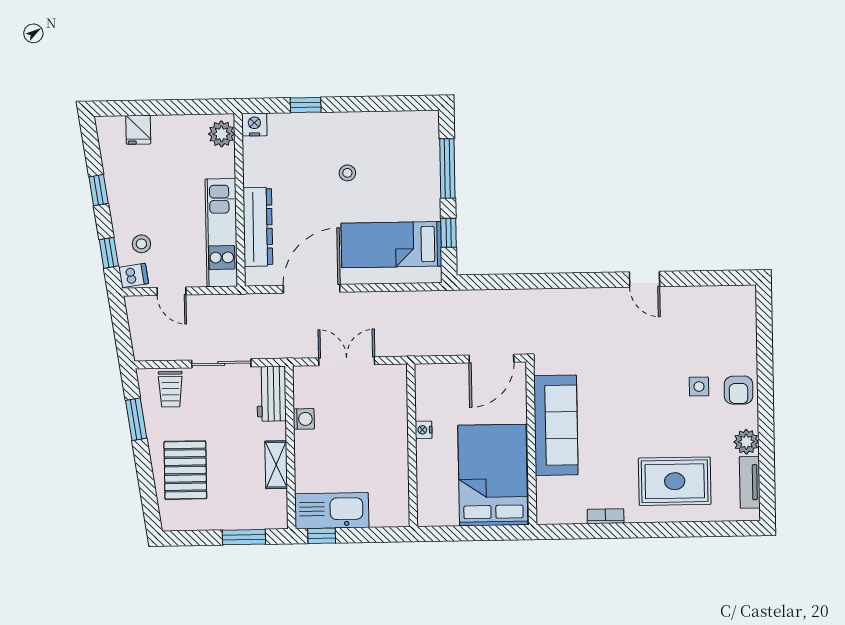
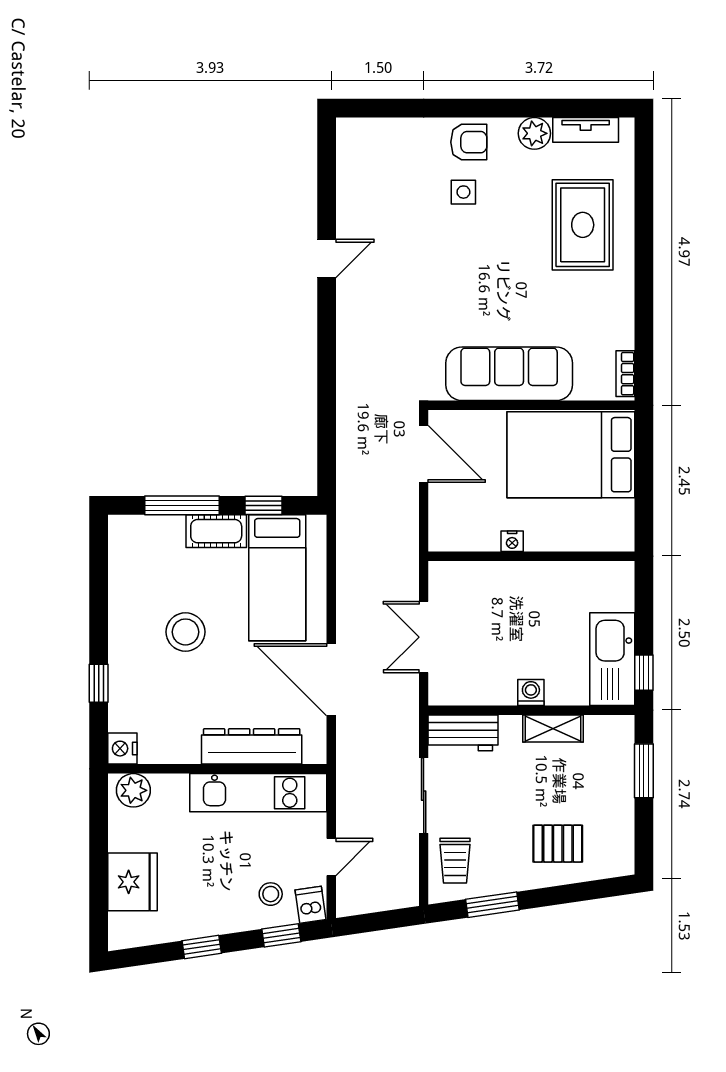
fridge: (138, 130) -> (132, 882), width x1.88, depth x1.34
stool: (347, 173) -> (185, 632), width x1.89, depth x1.89
cot: (428, 196) -> (216, 531), added
trolley: (170, 389) -> (455, 861), turned 90
washing machine: (304, 419) -> (531, 693), moved
pallet: (185, 470) -> (558, 844), width x0.67, depth x0.71
bookcase: (606, 516) -> (625, 374), moved

